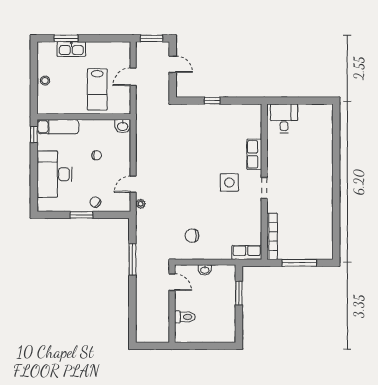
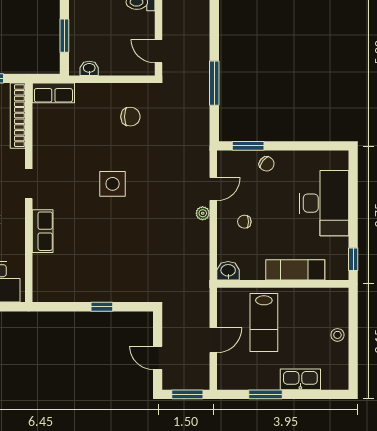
window: (66, 38) -> (265, 394), moved
lab bench: (97, 89) -> (264, 323), turned 180
exam couch: (58, 127) -> (295, 270), moved
chair: (97, 155) -> (244, 222), moved
side table: (229, 182) -> (113, 184), moved
plant: (141, 204) -> (203, 213), moved
window: (82, 215) -> (248, 146), moved
washbasin: (205, 270) -> (89, 68), moved

